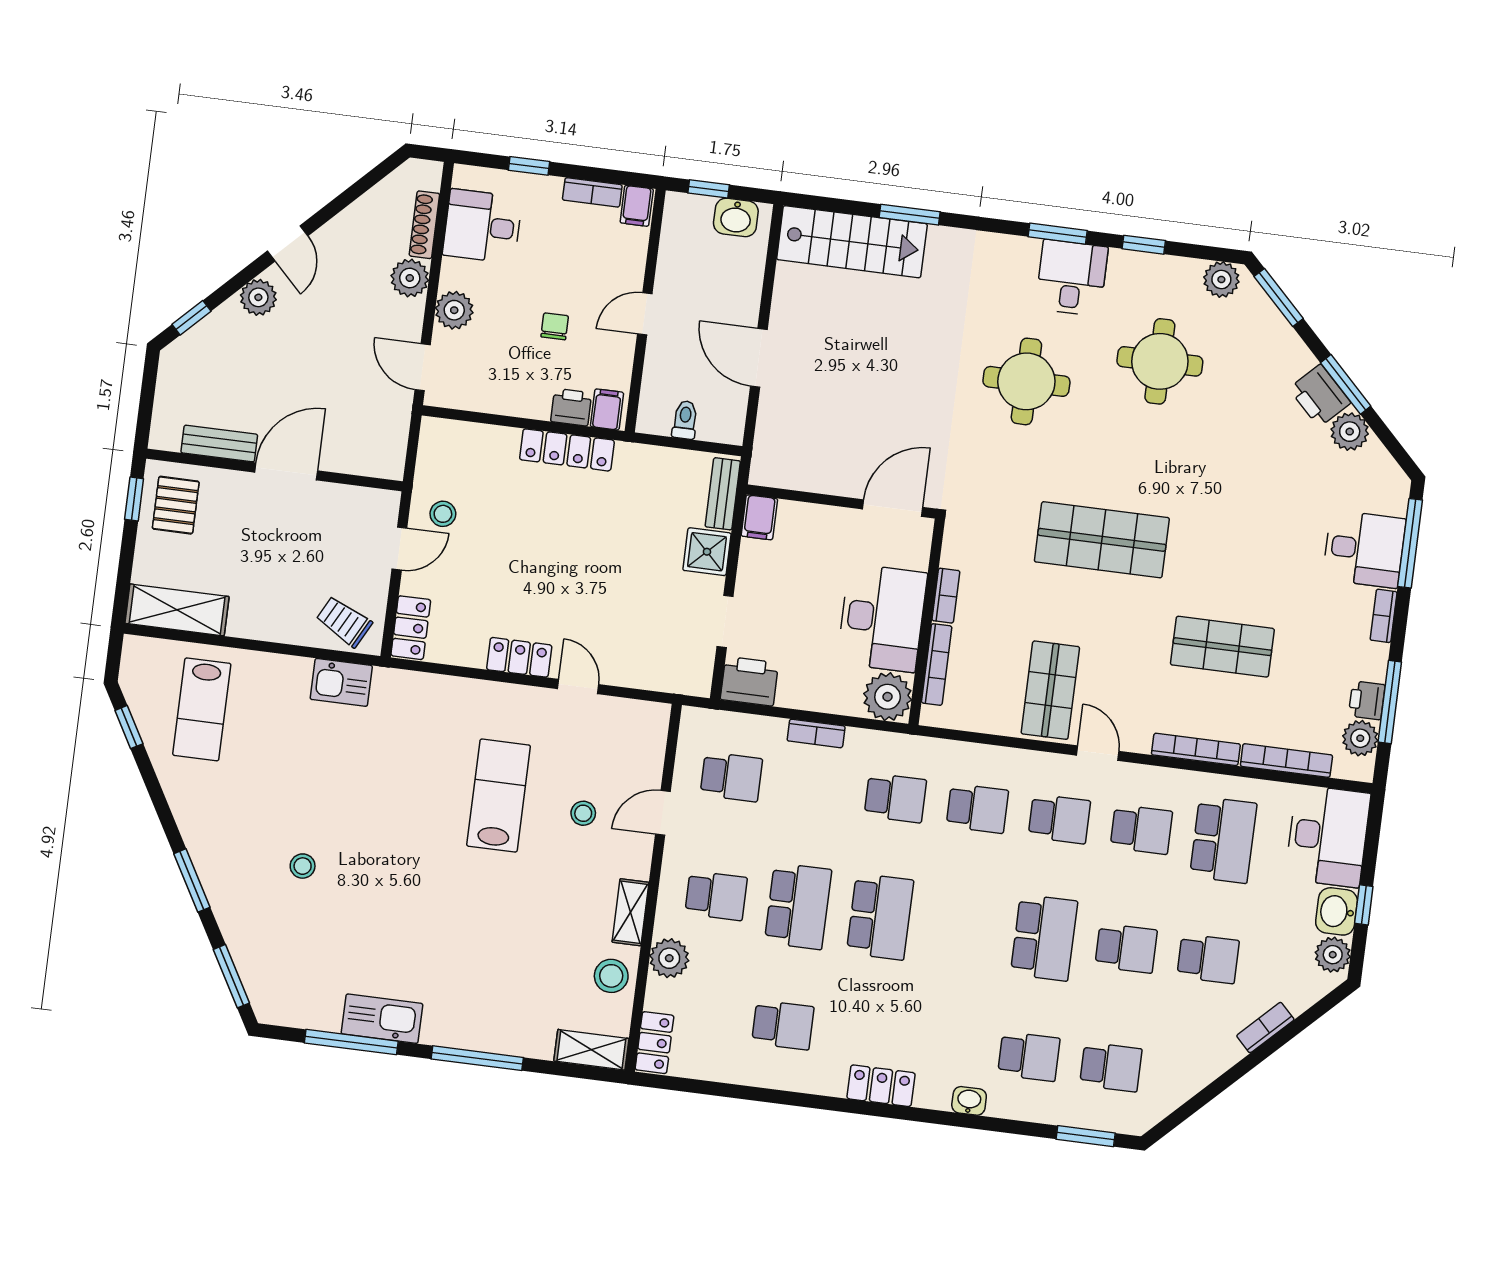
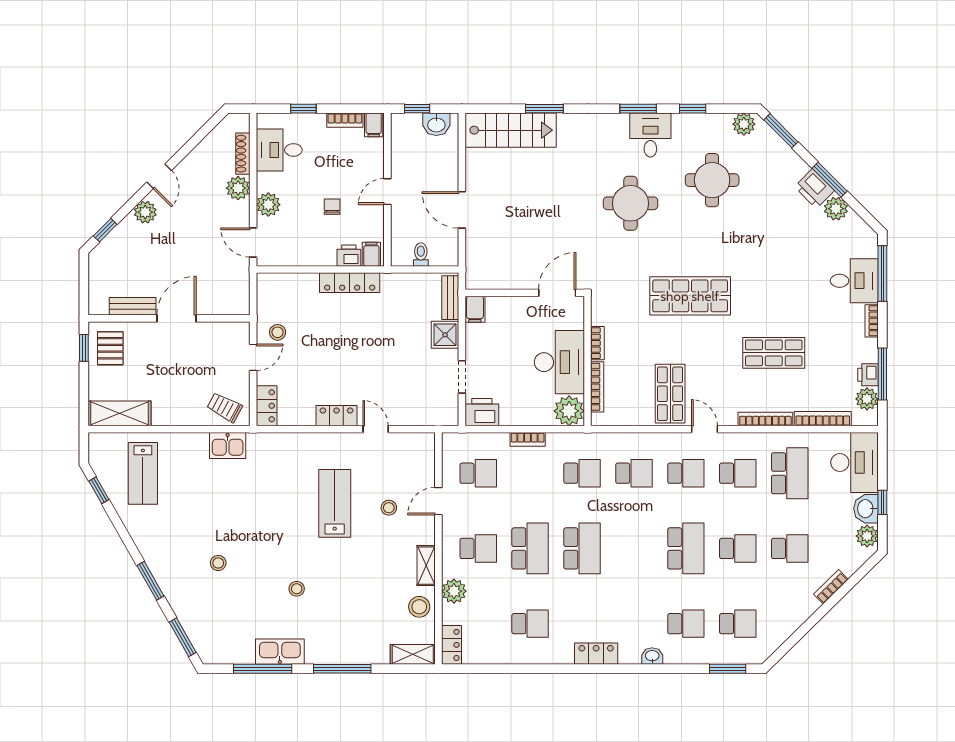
stool: (421, 923) -> (297, 589), added

